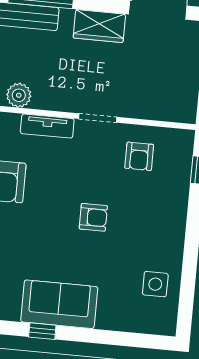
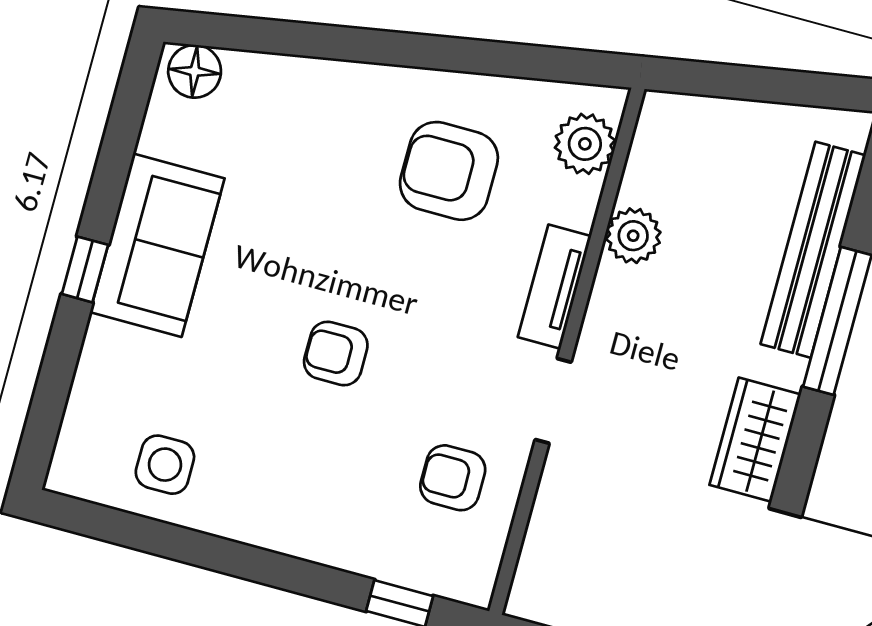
armchair: (93, 217) -> (336, 353), turned 90
window: (42, 331) -> (85, 269), moved

